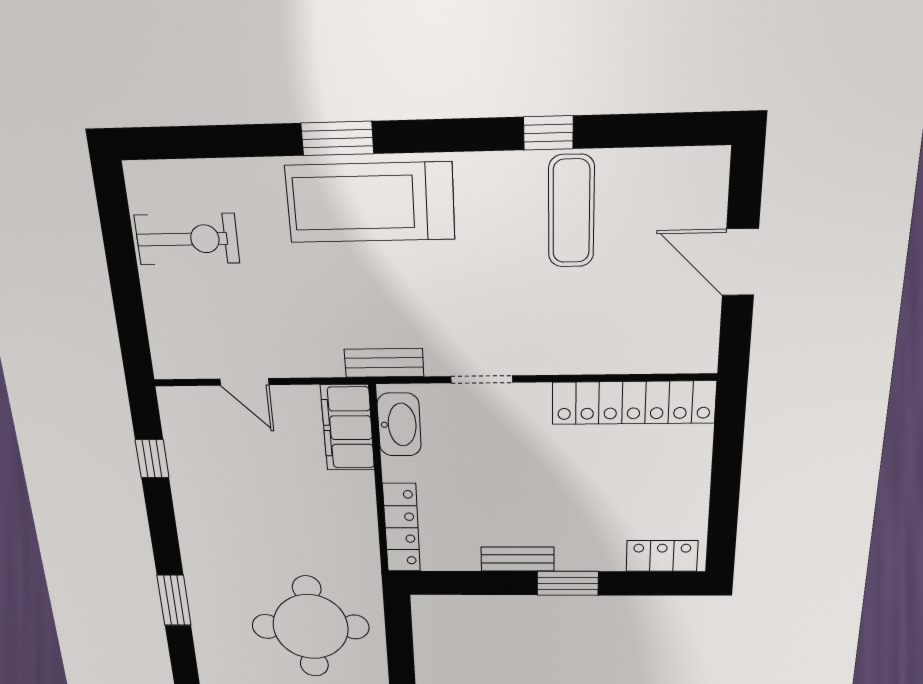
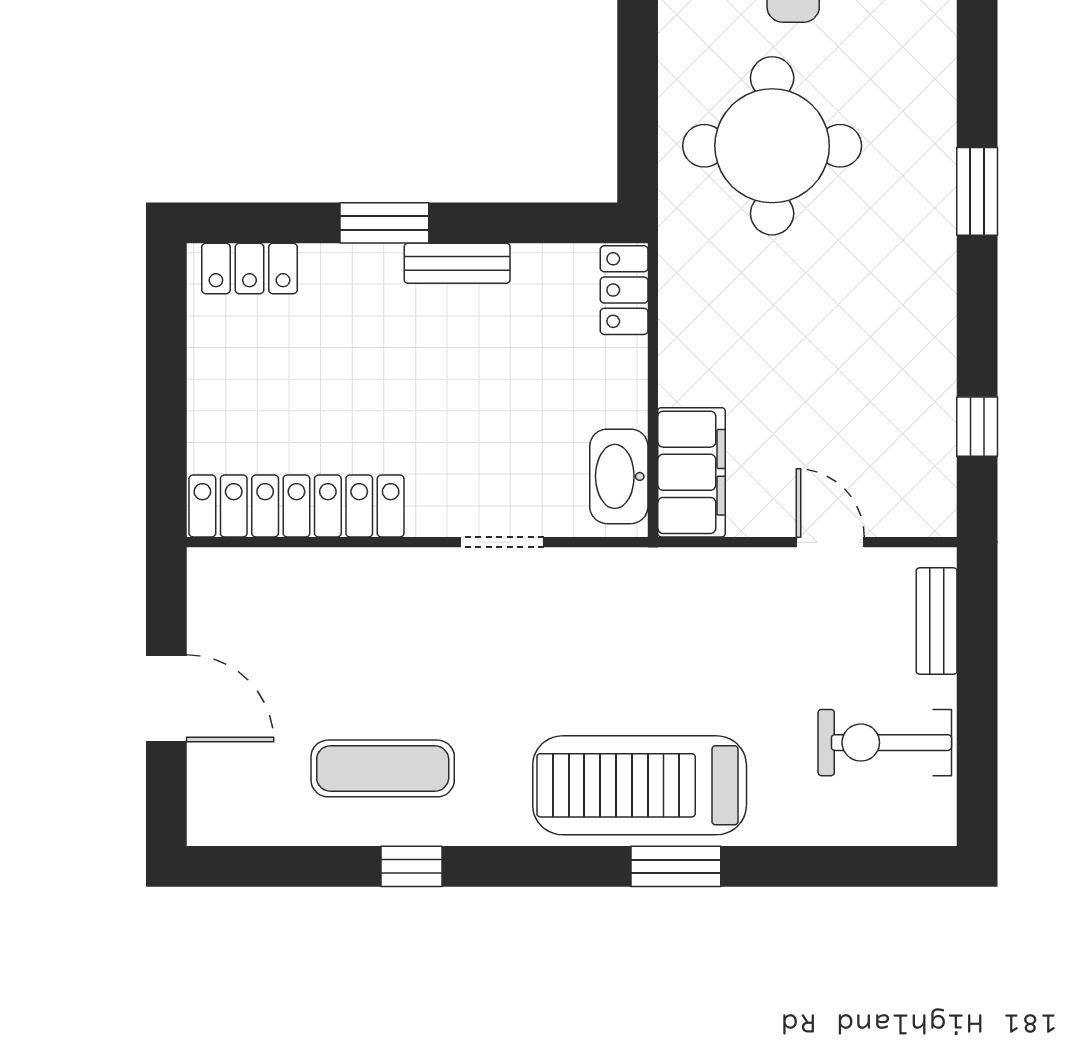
treadmill: (370, 202) -> (640, 785), turned 180
exercise mat: (571, 211) -> (383, 768), turned 90
bench: (384, 363) -> (937, 621), moved, turned 90
locker: (402, 528) -> (624, 290), width x0.66

